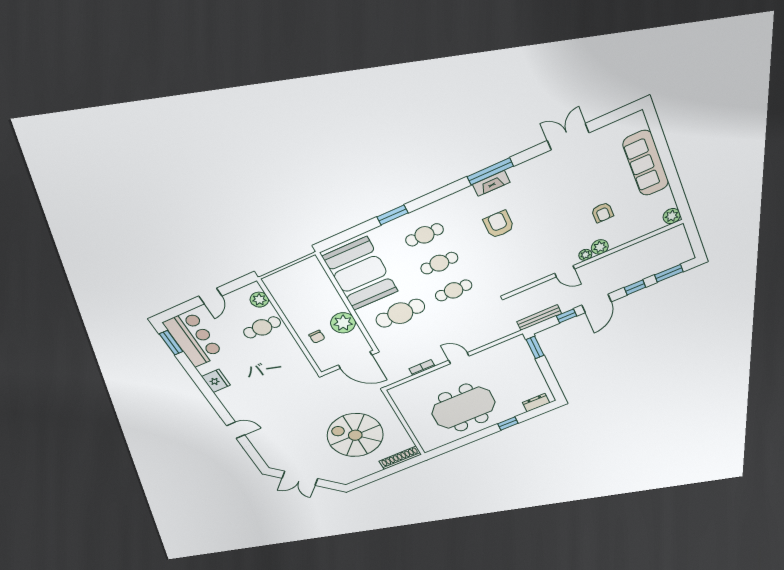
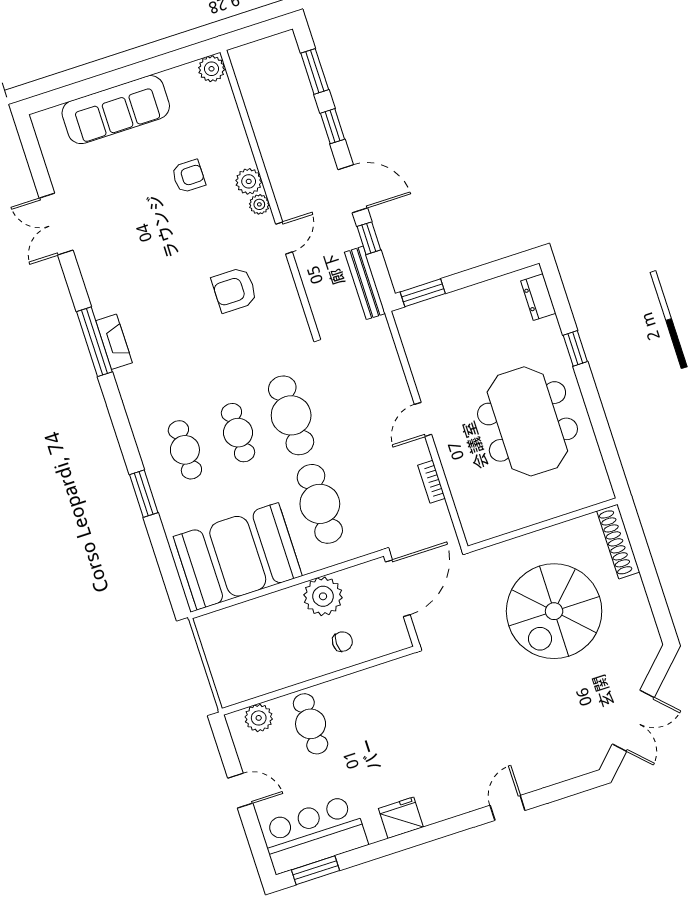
armchair: (499, 224) -> (234, 290), moved
cafe table: (454, 290) -> (291, 415), width x1.37, depth x1.35

